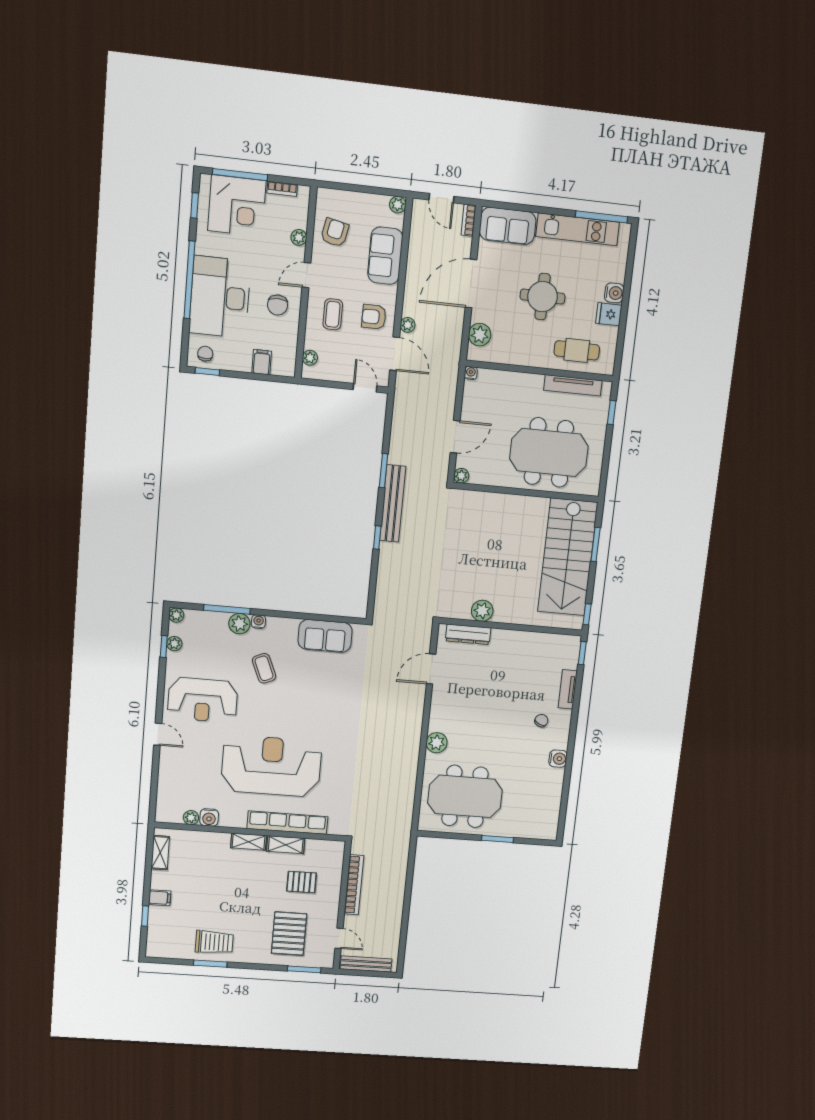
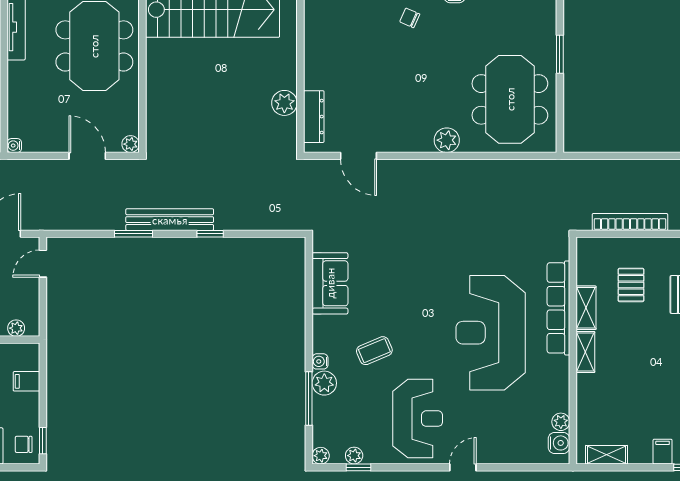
water cooler: (209, 817) -> (559, 443), moved

